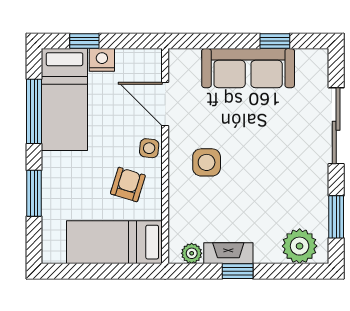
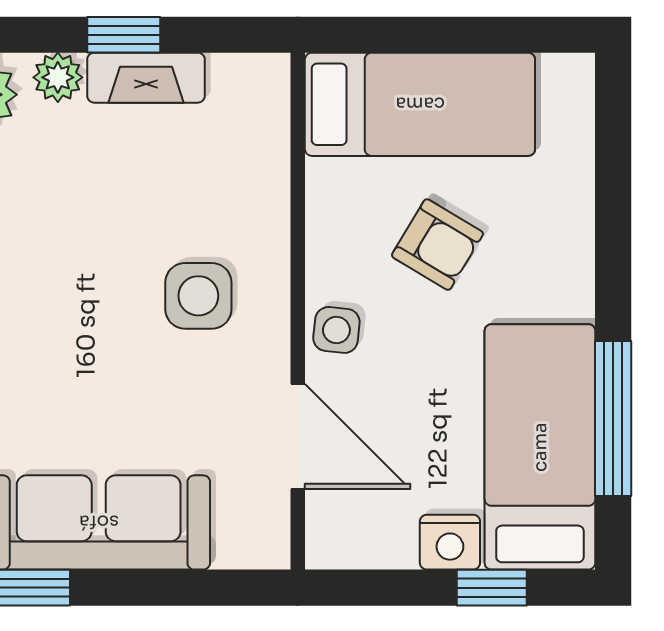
armchair: (128, 184) -> (437, 244), moved, turned -76
window: (34, 193) -> (613, 222), removed
plant: (192, 253) -> (58, 77), moved

